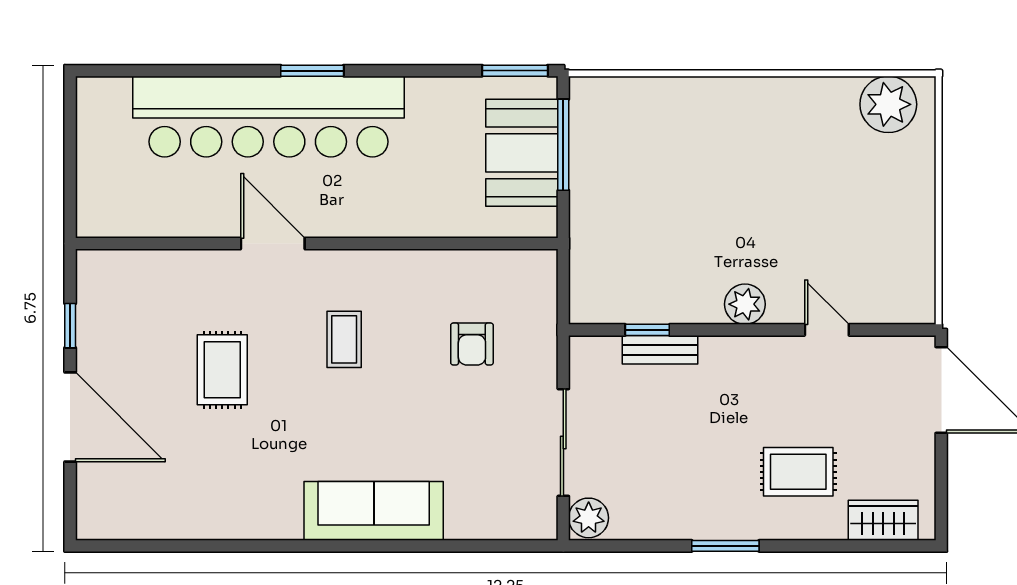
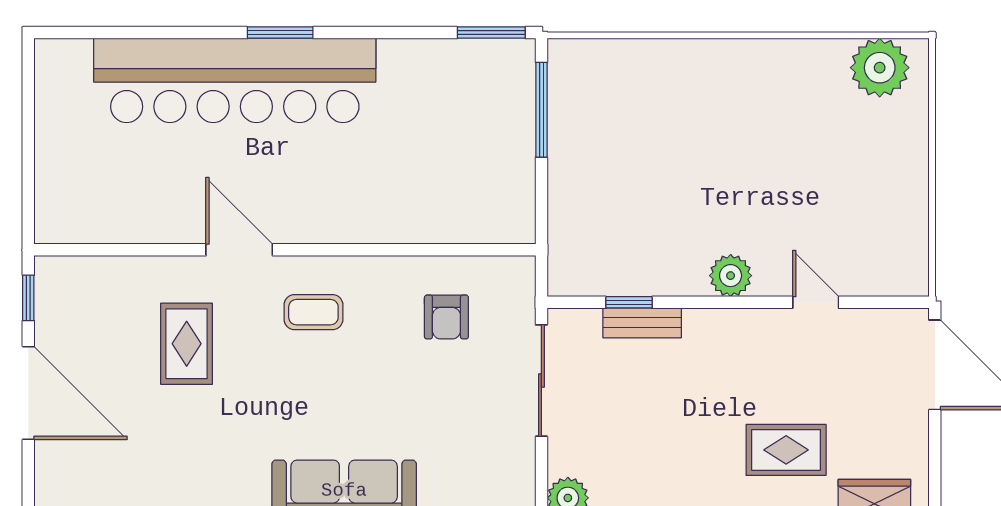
booth: (522, 153) -> (498, 118), removed
door: (273, 243) -> (239, 250), moved
wall: (317, 243) -> (285, 250), moved
coffee table: (344, 339) -> (313, 312), turned 90
sliding door: (563, 443) -> (541, 381), moved

